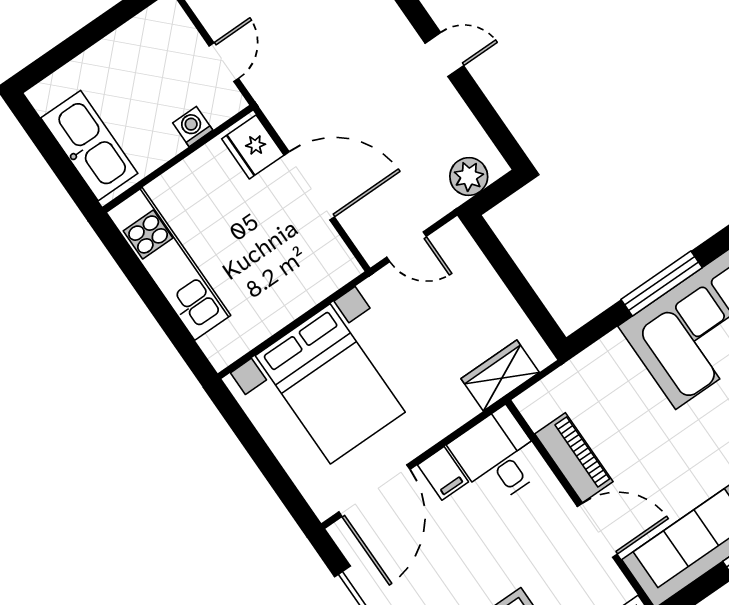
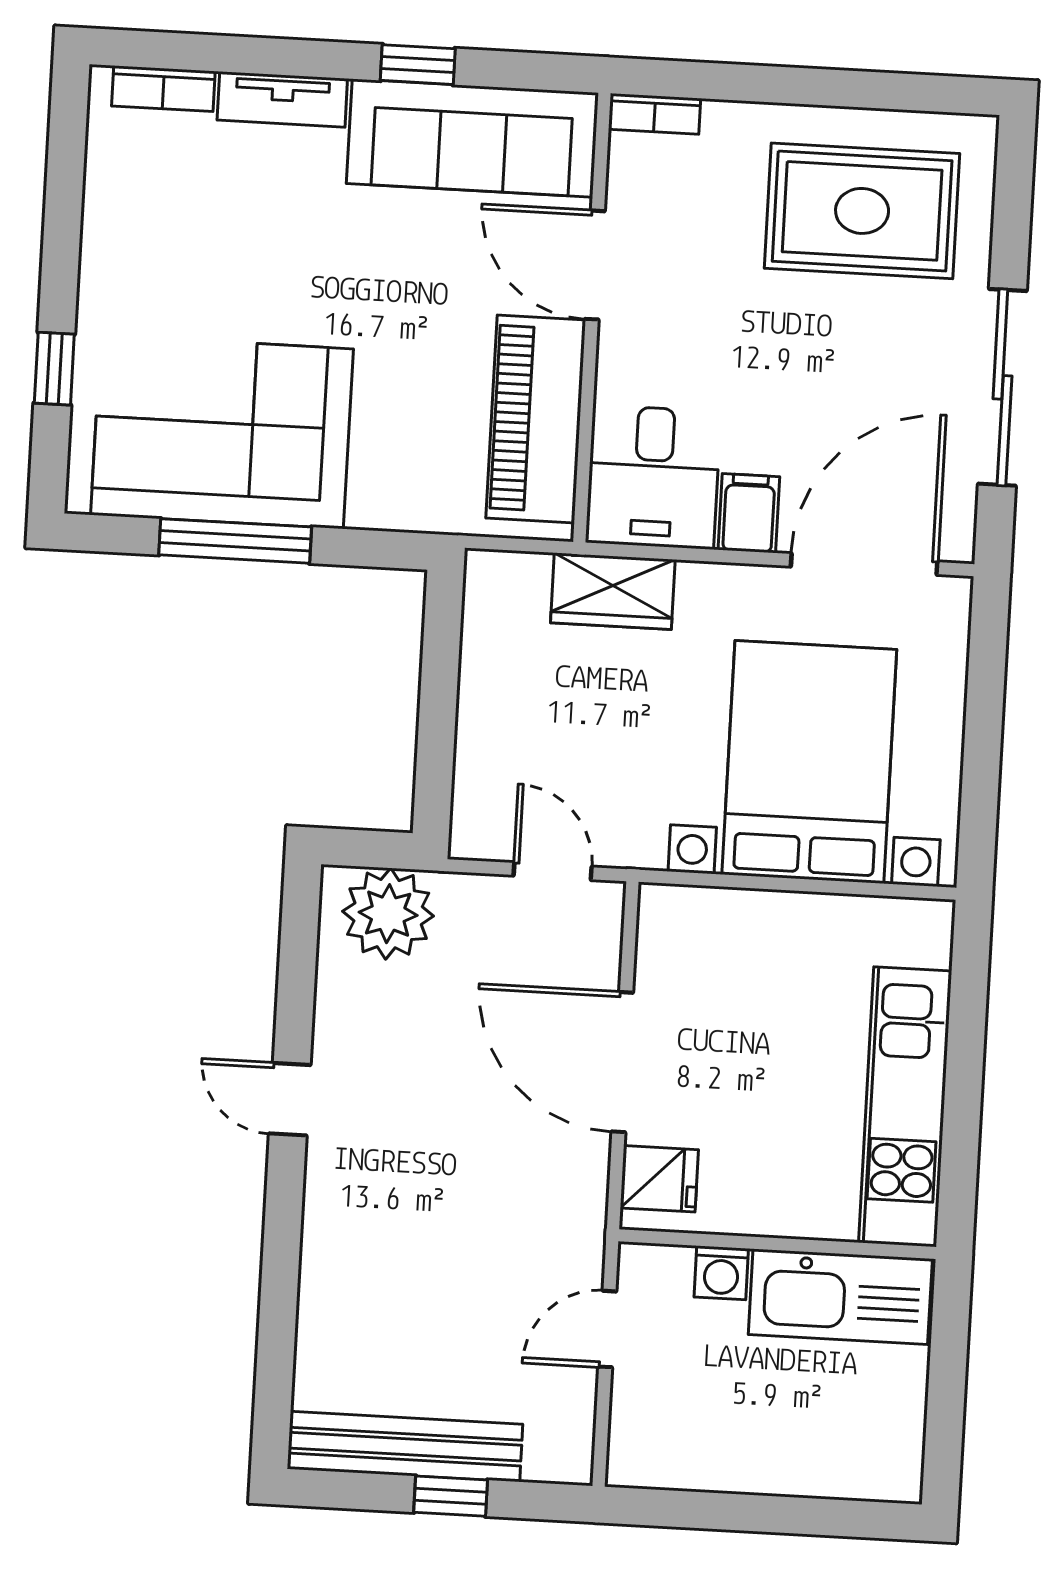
kitchen sink: (89, 146) -> (840, 1297), moved, turned -90
fridge: (253, 147) -> (659, 1179), width x0.72
plant: (469, 177) -> (388, 914), width x1.36, depth x1.36
wardrobe: (500, 375) -> (613, 591), moved
piano: (574, 458) -> (536, 419), width x1.37, depth x1.33

